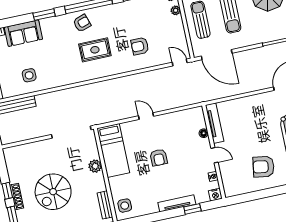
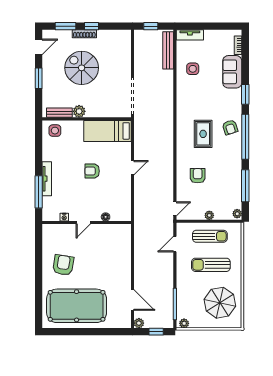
plant: (176, 10) -> (209, 215), moved
door: (217, 55) -> (175, 244), width x0.53
tv unit: (215, 123) -> (113, 229), removed
plant: (95, 166) -> (79, 111), moved
nightstand: (215, 195) -> (47, 216), removed
window: (192, 209) -> (39, 192), width x2.17

